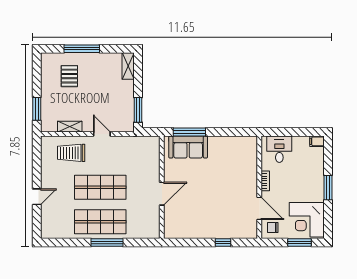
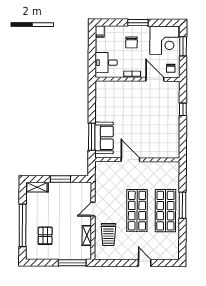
window: (82, 49) -> (23, 225), width x1.46
pallet: (69, 76) -> (45, 236), turned 90
window: (37, 109) -> (72, 263), width x1.44
window: (138, 110) -> (61, 179), moved
chair: (304, 180) -> (131, 42), added
door: (162, 194) -> (130, 160), moved
door: (259, 208) -> (155, 79), hinge flipped

